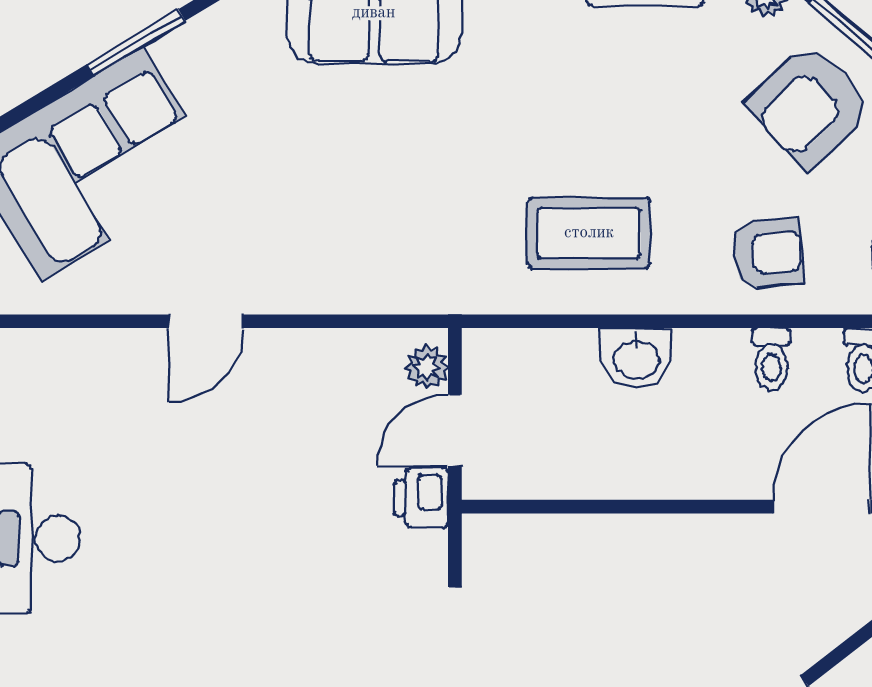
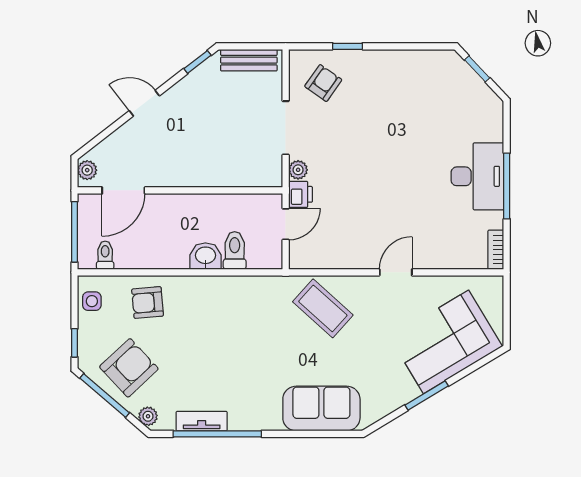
coffee table: (589, 233) -> (323, 308), moved, turned 42
toilet: (771, 359) -> (235, 250), moved, width x1.37, depth x1.39
plant: (427, 367) -> (298, 170), moved

